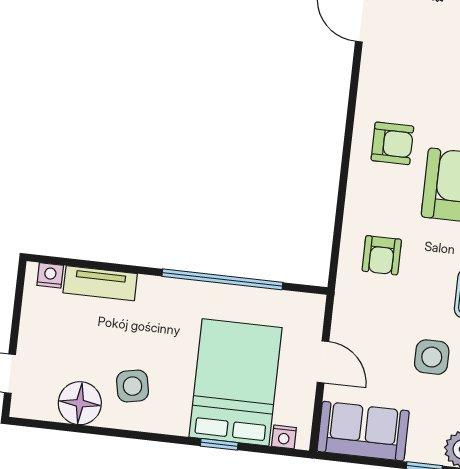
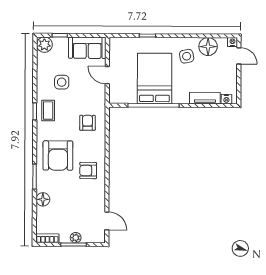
bed: (236, 382) -> (155, 78), moved, turned 180
nightstand: (284, 437) -> (232, 42), moved

